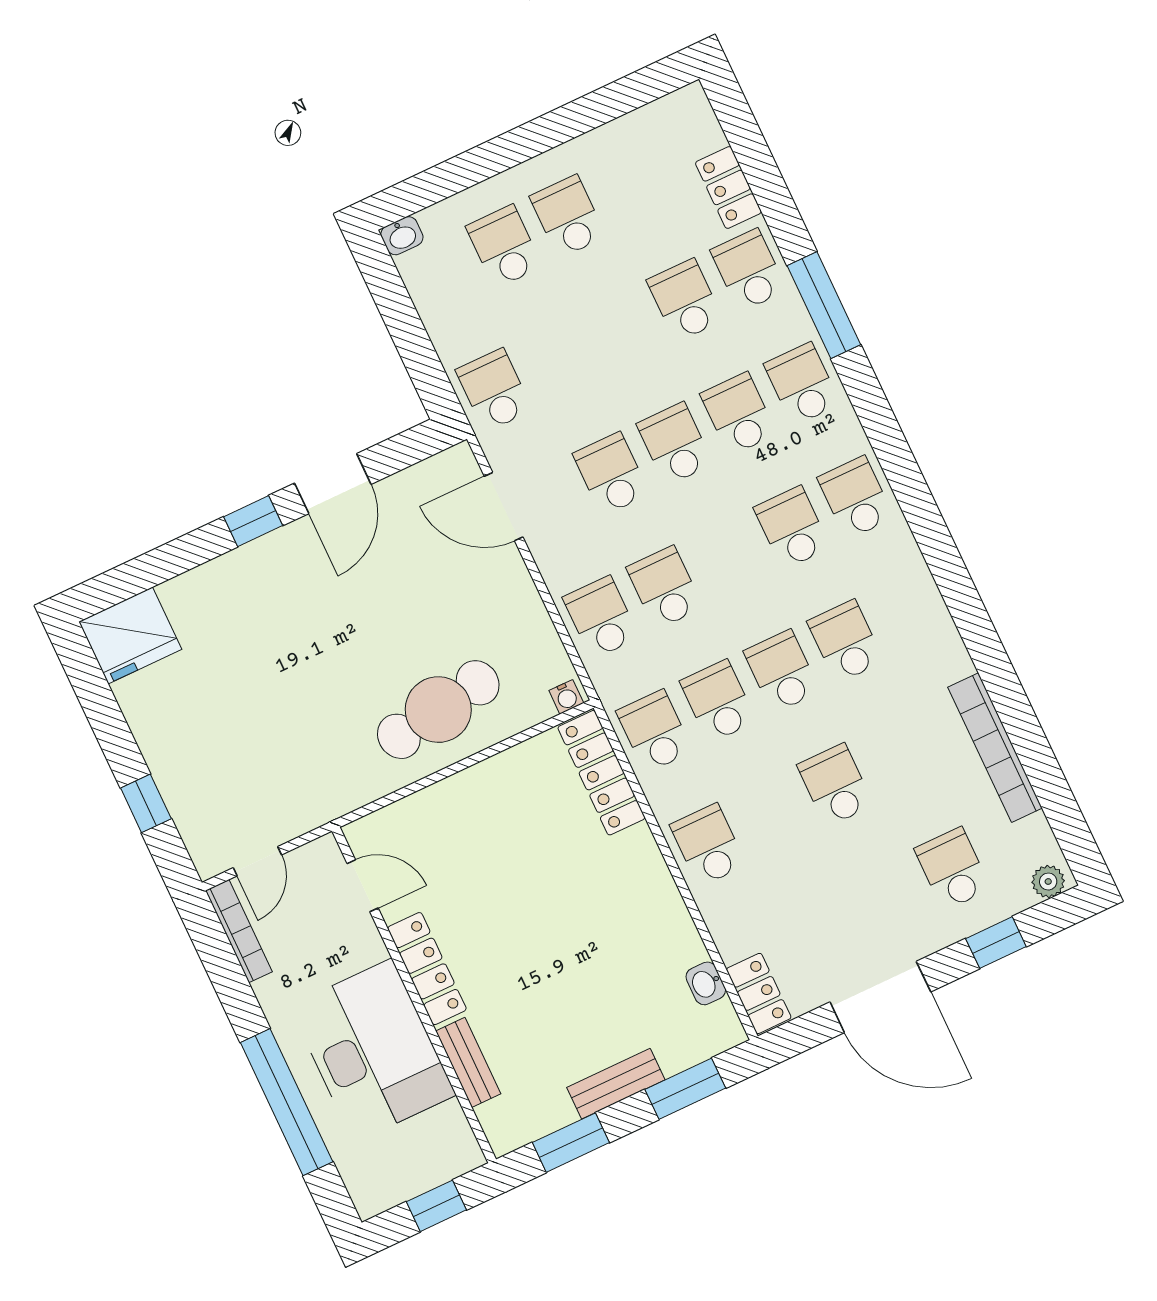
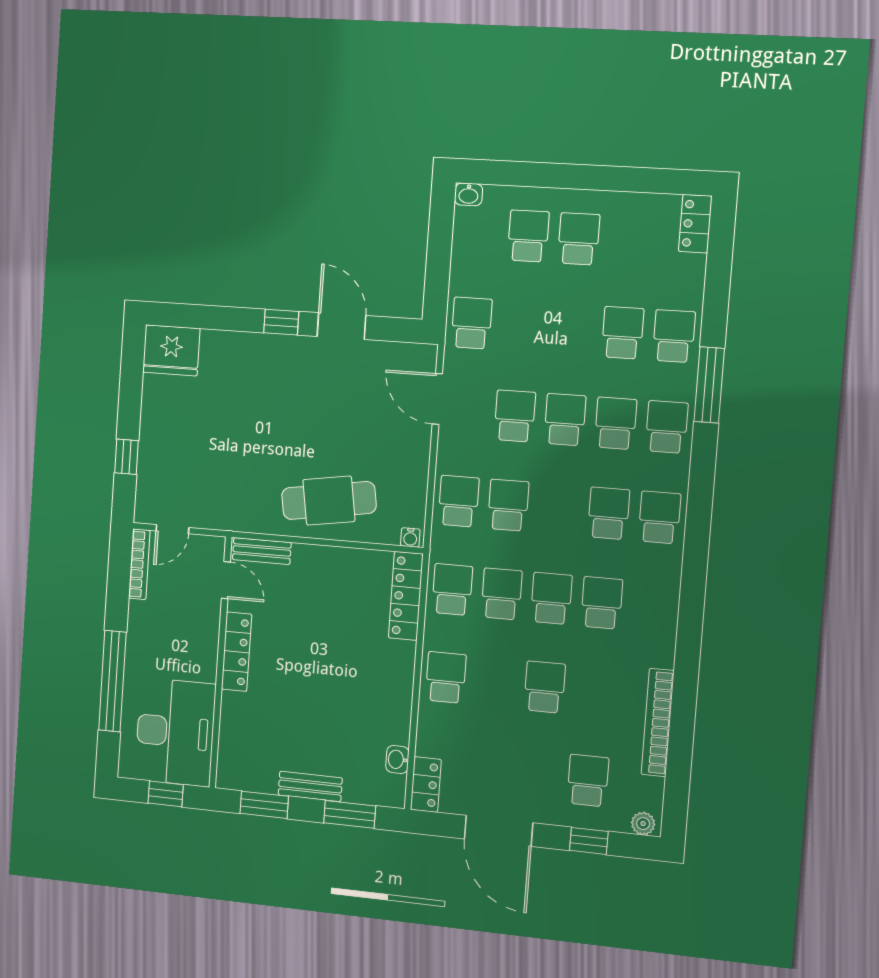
locker: (728, 187) -> (695, 224), moved
door: (333, 484) -> (341, 326), swing flipped
desk: (373, 1051) -> (175, 732), moved
bench: (468, 1062) -> (262, 551), moved, turned 90

